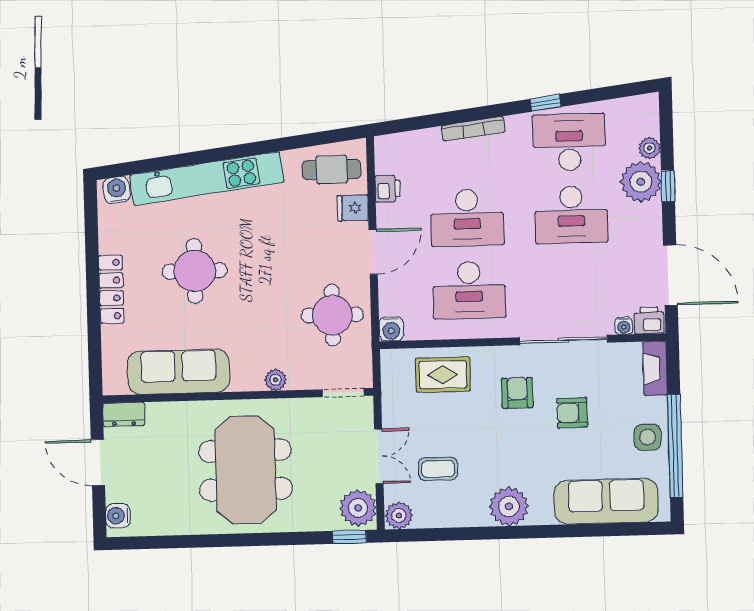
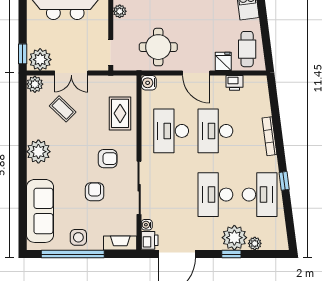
coffee table: (438, 469) -> (63, 109), turned -46

